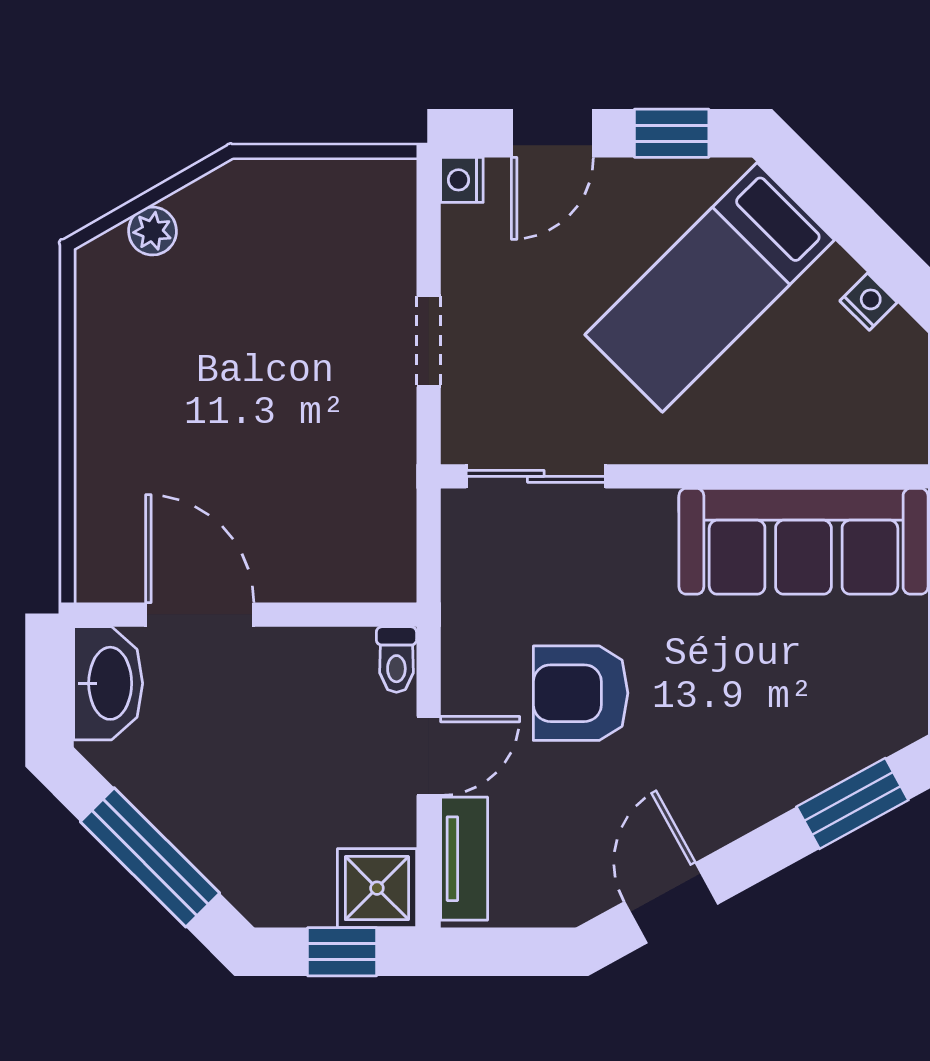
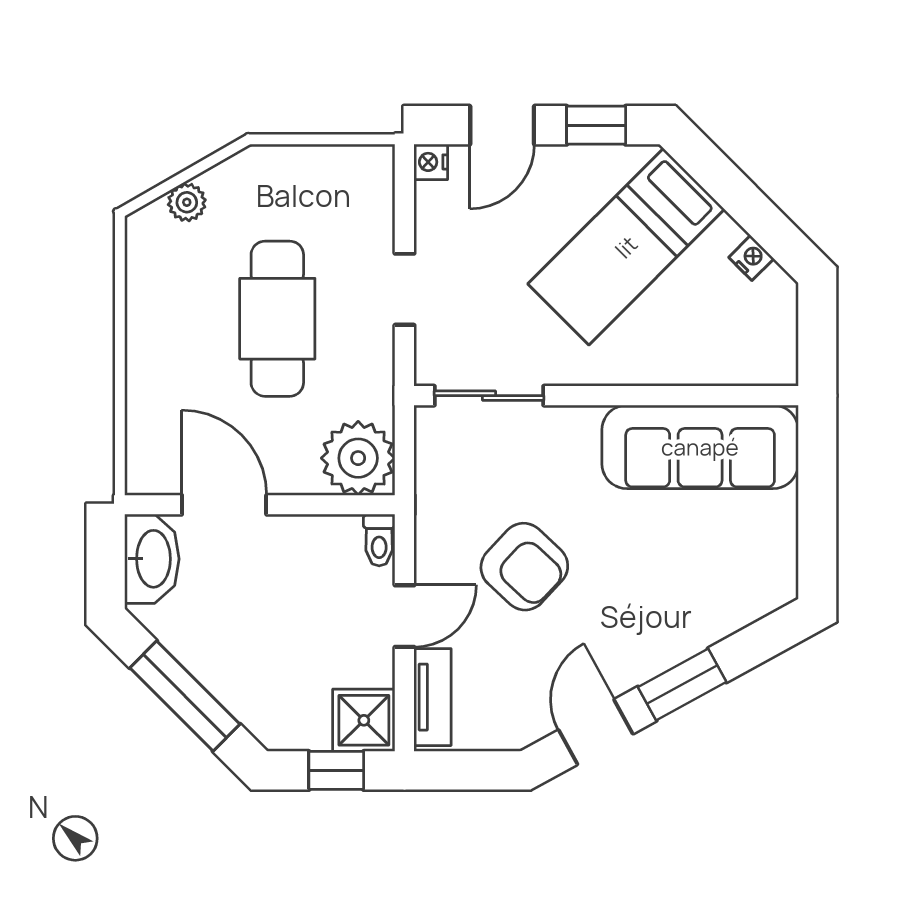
cafe table: (267, 379) -> (277, 319), added
plant: (370, 556) -> (358, 458), added
armchair: (581, 693) -> (524, 567), turned -137
window: (852, 803) -> (682, 685), moved

